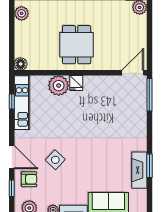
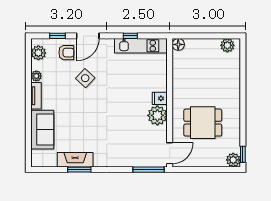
dining table: (77, 45) -> (203, 123), moved
door: (133, 73) -> (170, 153), hinge flipped
plant: (59, 86) -> (157, 115), moved
window: (12, 102) -> (130, 36), moved
armchair: (29, 179) -> (66, 53), turned -90

